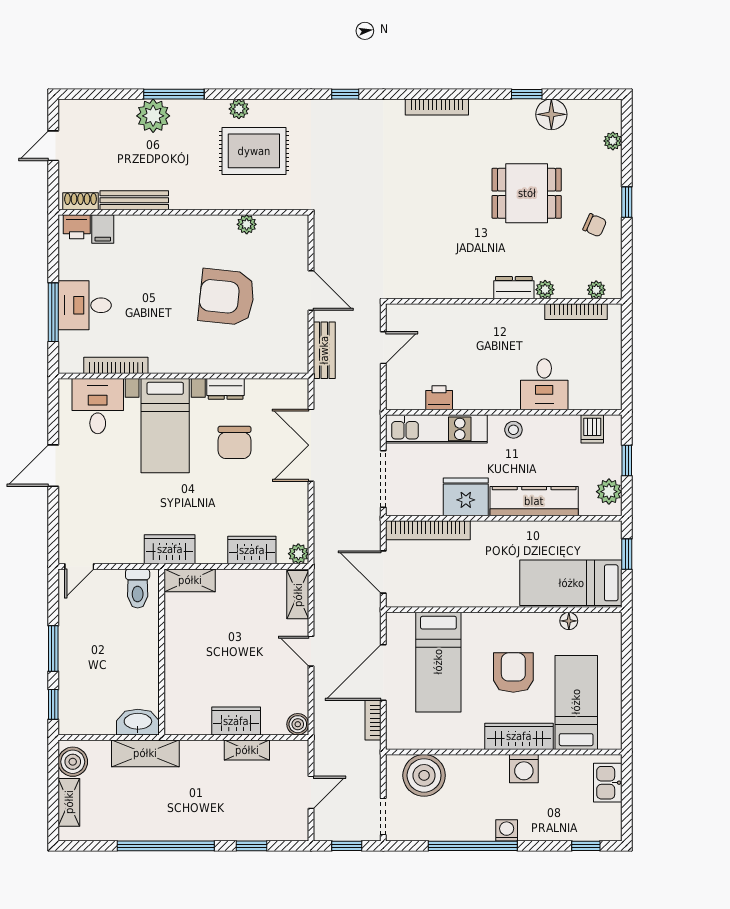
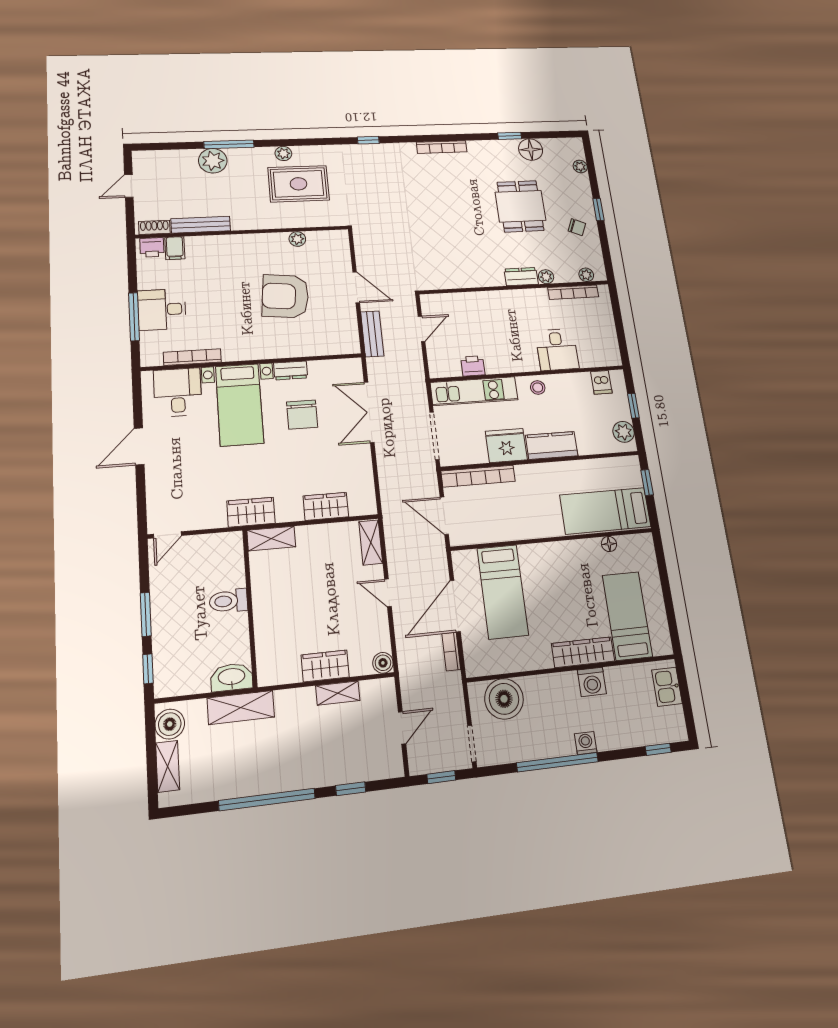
dining table: (527, 193) -> (520, 206), turned 90
kitchen counter: (534, 501) -> (552, 445), width x0.67
plant: (298, 554) -> (368, 506), removed
toilet: (138, 588) -> (228, 601), moved, turned 90
armchair: (513, 673) -> (569, 594), removed

